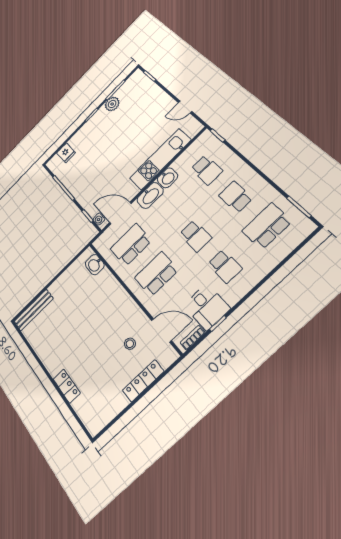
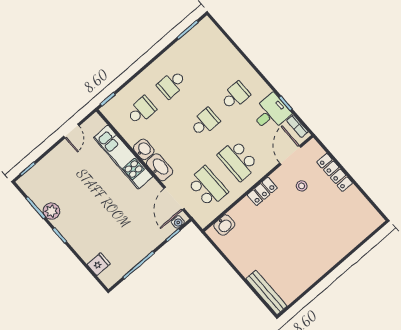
school desk: (267, 226) -> (202, 58), removed
school desk: (131, 245) -> (208, 187), turned 180
locker: (67, 386) -> (262, 191), moved, turned 180

